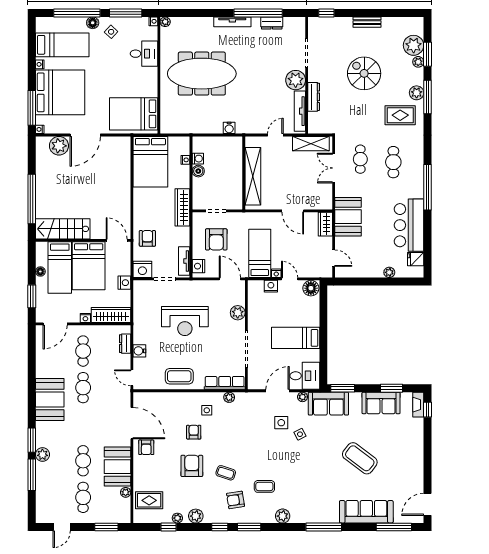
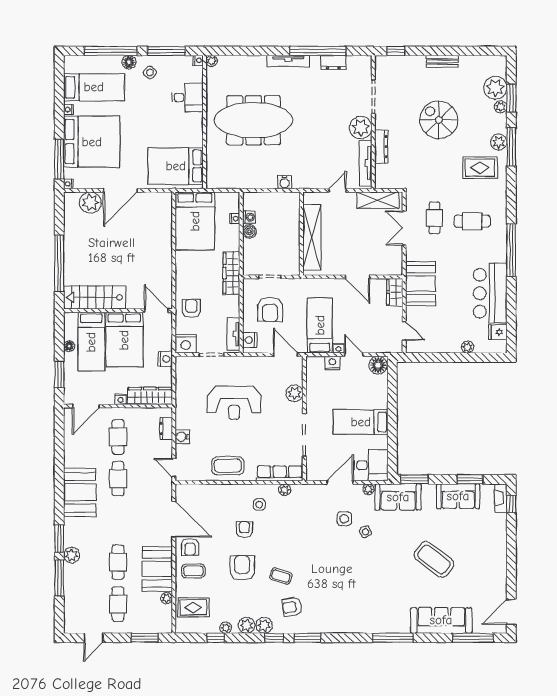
cafe table: (393, 162) -> (472, 221), turned 90
coffee table: (264, 486) -> (193, 571), moved
plant: (283, 516) -> (264, 625), moved

